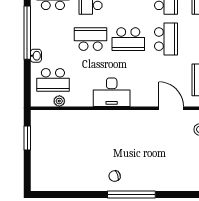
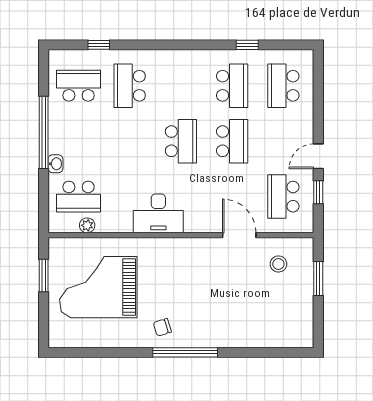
school desk: (91, 39) -> (130, 141), removed
school desk: (128, 39) -> (181, 141), turned -90
grand piano: (67, 146) -> (98, 287), added

